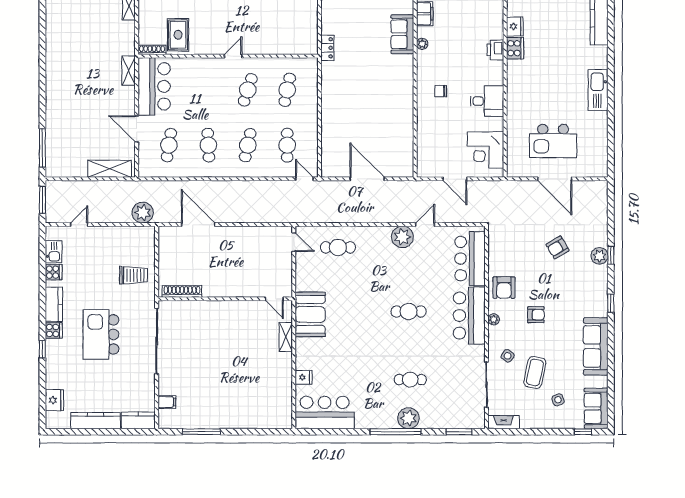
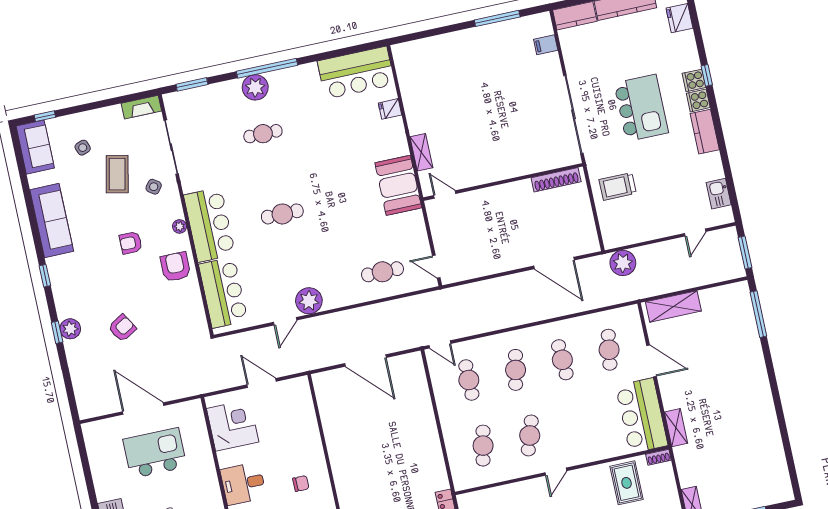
shoe rack: (152, 50) -> (658, 457), width x0.70
cooker: (54, 272) -> (694, 80), moved

